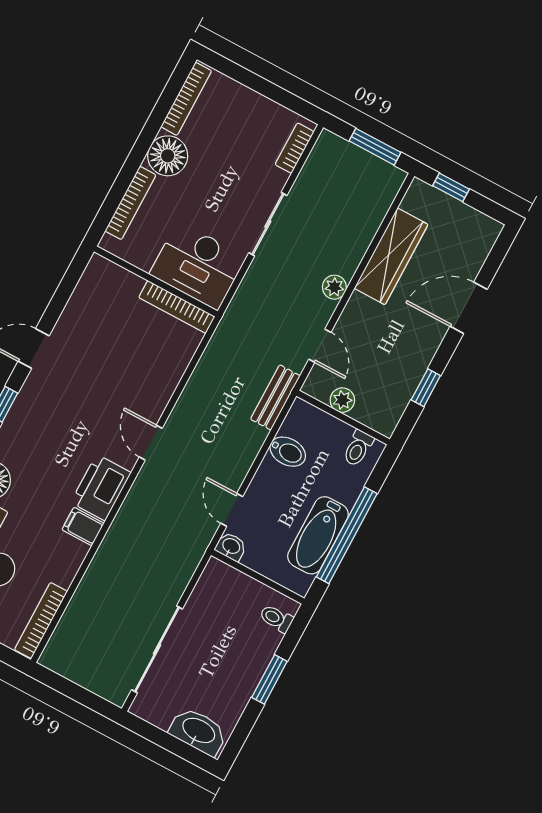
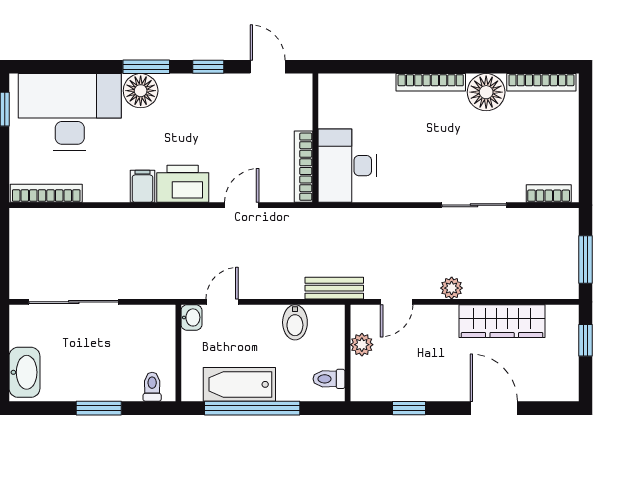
desk: (198, 266) -> (347, 166), moved
wall: (156, 281) -> (315, 138), moved
bookcase: (177, 307) -> (304, 167), moved

